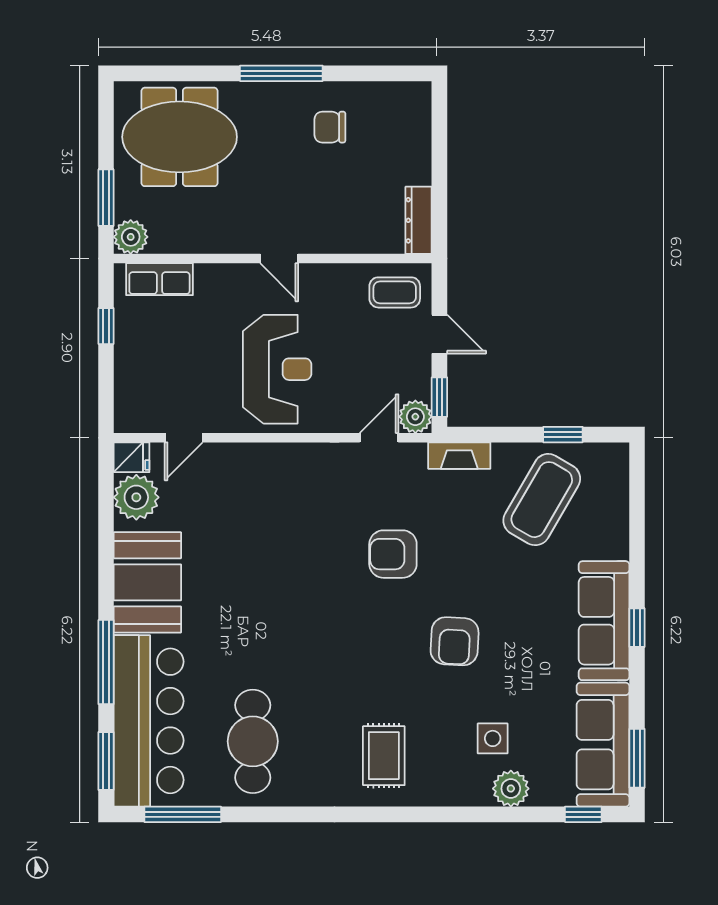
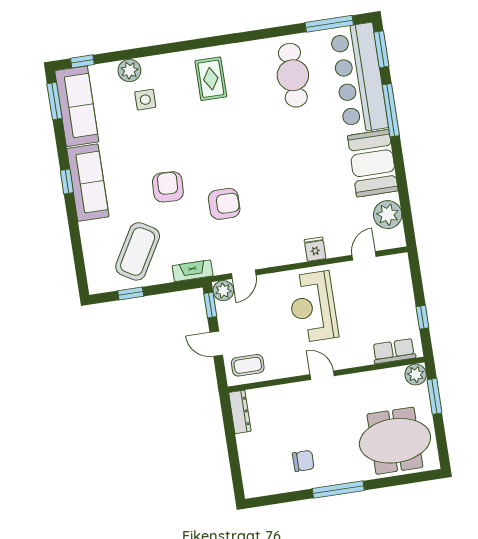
fridge: (132, 457) -> (315, 249), moved, turned 90
armchair: (455, 641) -> (168, 187), moved

